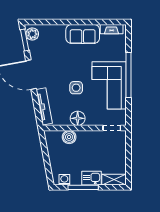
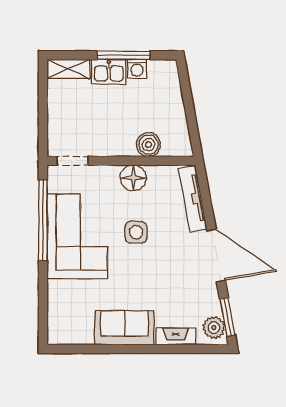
fireplace: (112, 29) -> (176, 336), moved
window: (129, 75) -> (43, 220), moved
washing machine: (64, 180) -> (137, 69), moved

